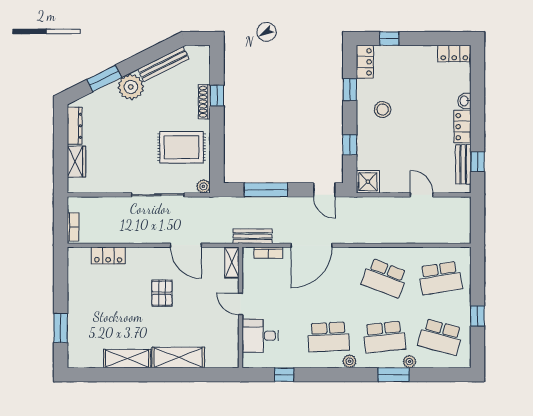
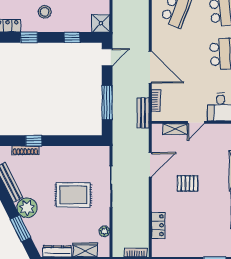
shoe rack: (204, 102) -> (25, 150), moved
rug: (182, 147) -> (73, 195), moved, turned 90
plant: (203, 186) -> (104, 231), moved
shelving: (232, 263) -> (175, 129), moved

